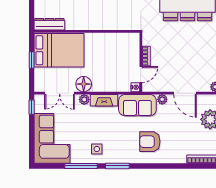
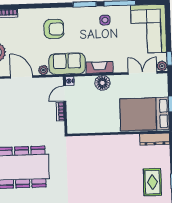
floor lamp: (84, 84) -> (102, 83), moved
plant: (84, 100) -> (162, 66), moved

